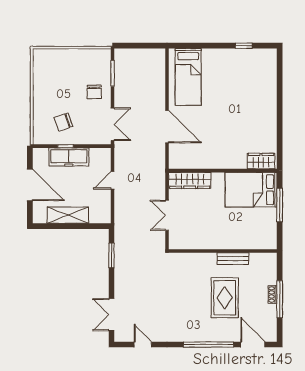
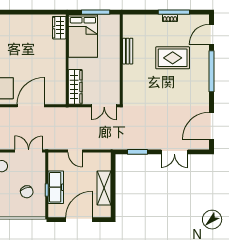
wall: (223, 251) -> (121, 59), moved
bench: (233, 259) -> (128, 51), moved
double door: (111, 315) -> (174, 152), moved
door: (143, 345) -> (212, 126), width x1.87

